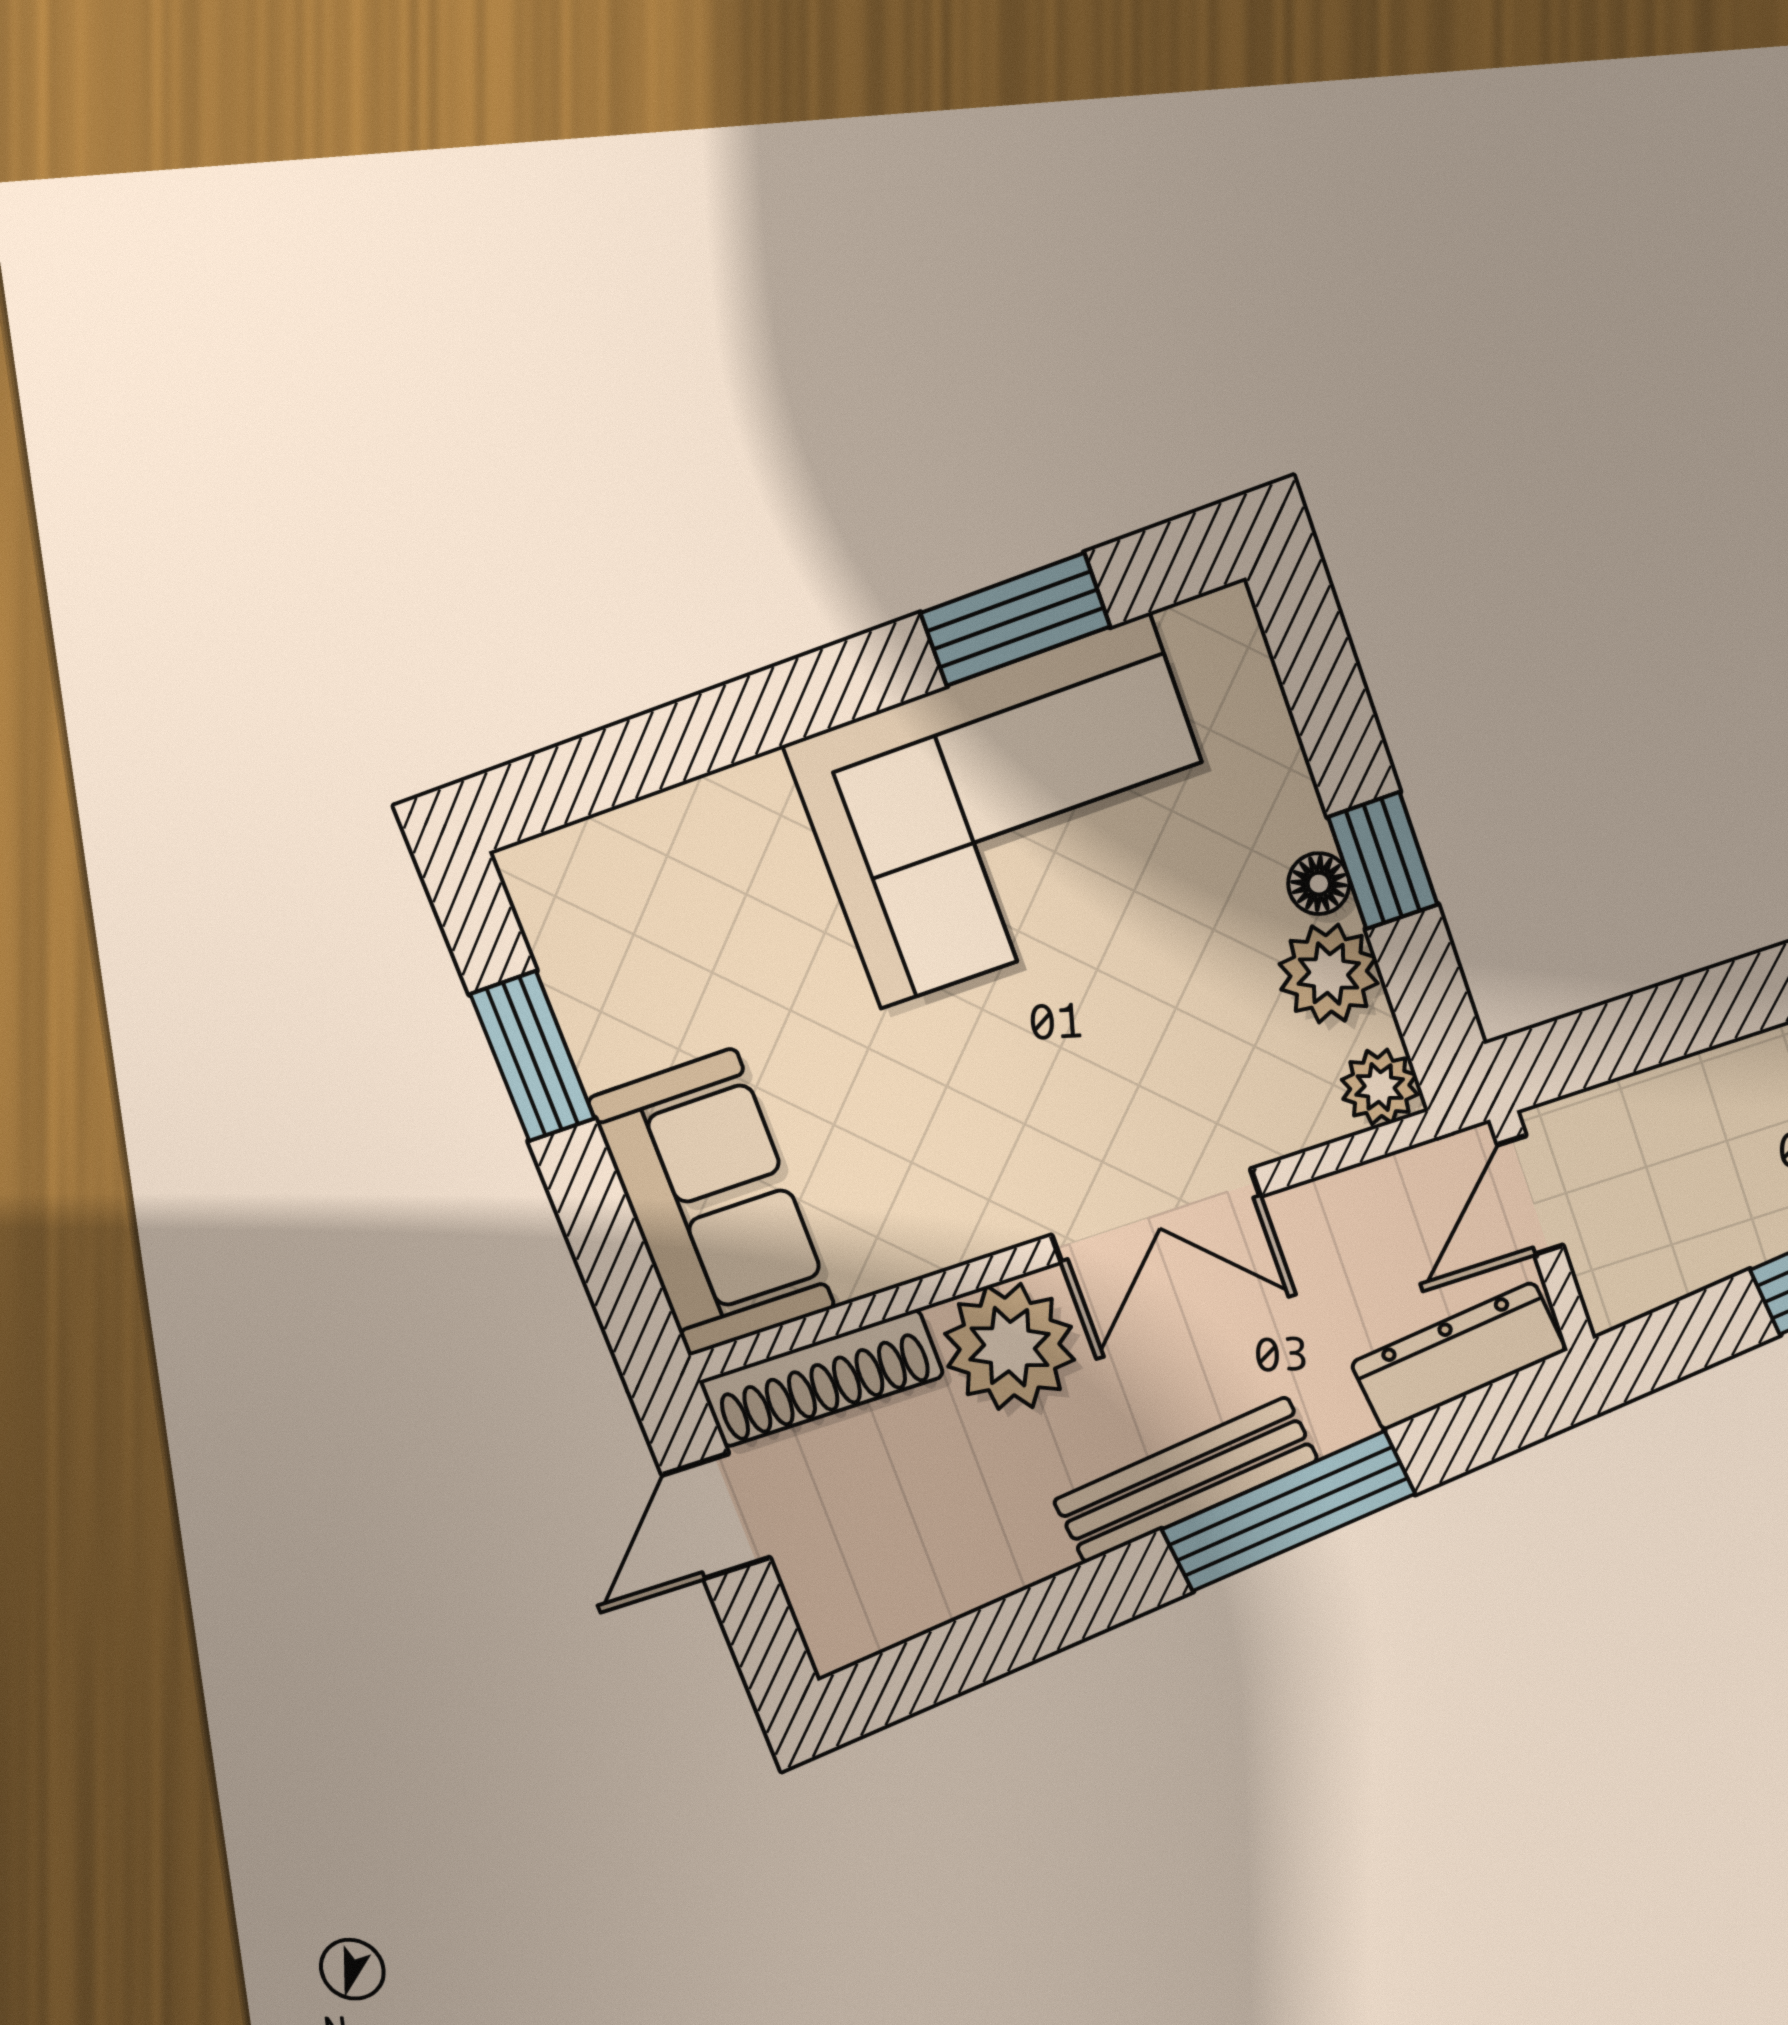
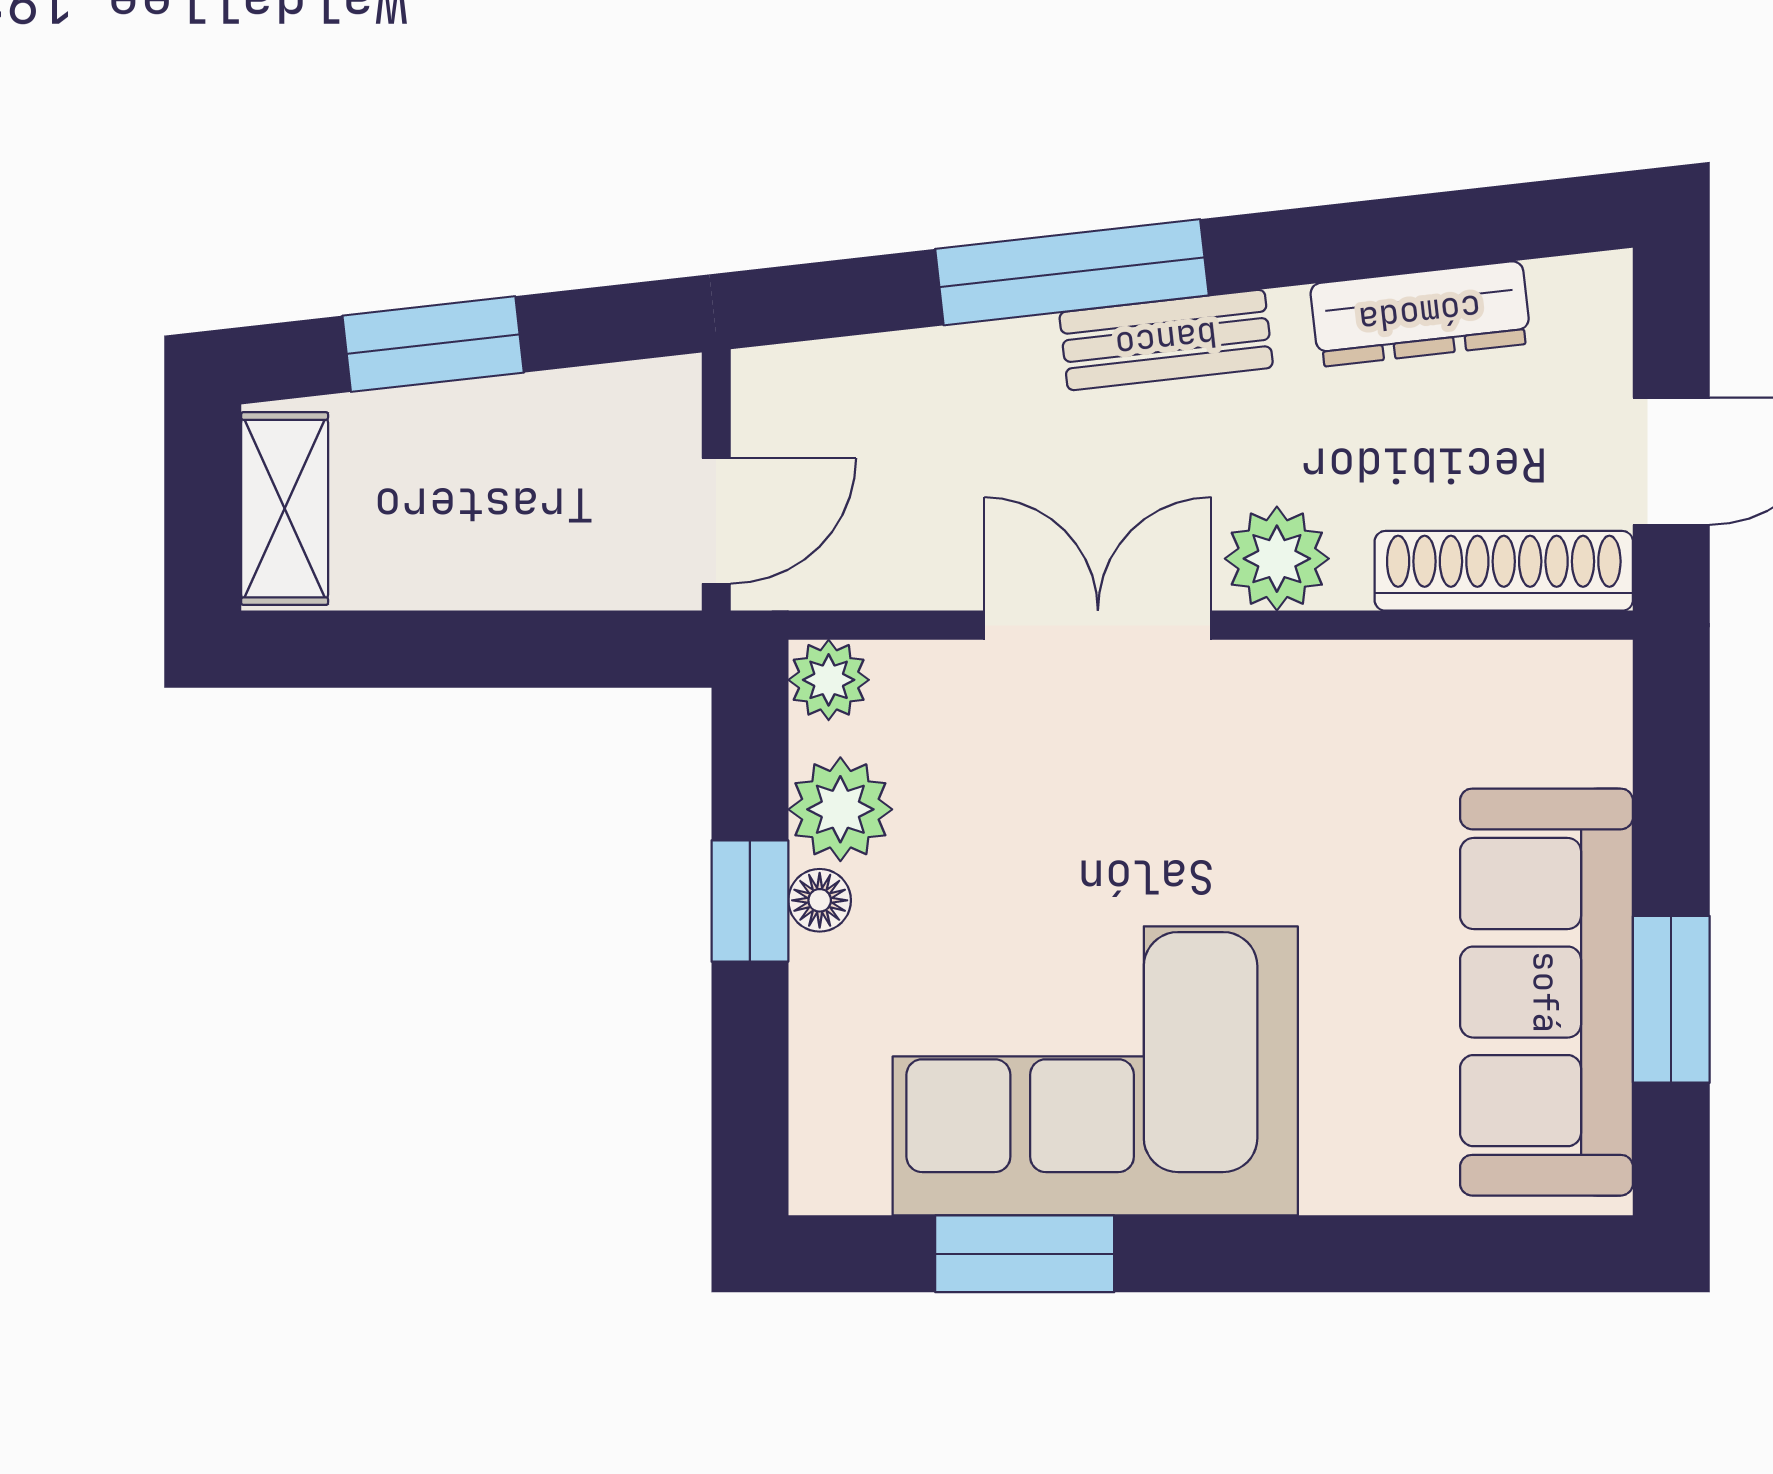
sofa: (712, 1204) -> (1546, 992), moved, width x1.36
plant: (1010, 1347) -> (1277, 559), width x0.73, depth x0.73
dresser: (1458, 1357) -> (1420, 314), moved
bench: (1185, 1480) -> (1166, 340), width x0.73

